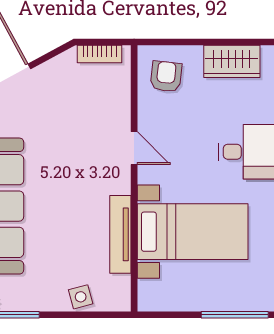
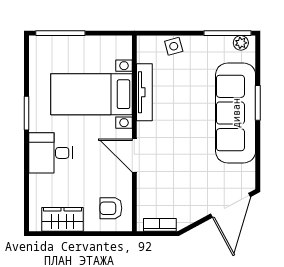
armchair: (166, 76) -> (111, 208), turned 84
door: (134, 148) -> (134, 156), width x1.38

